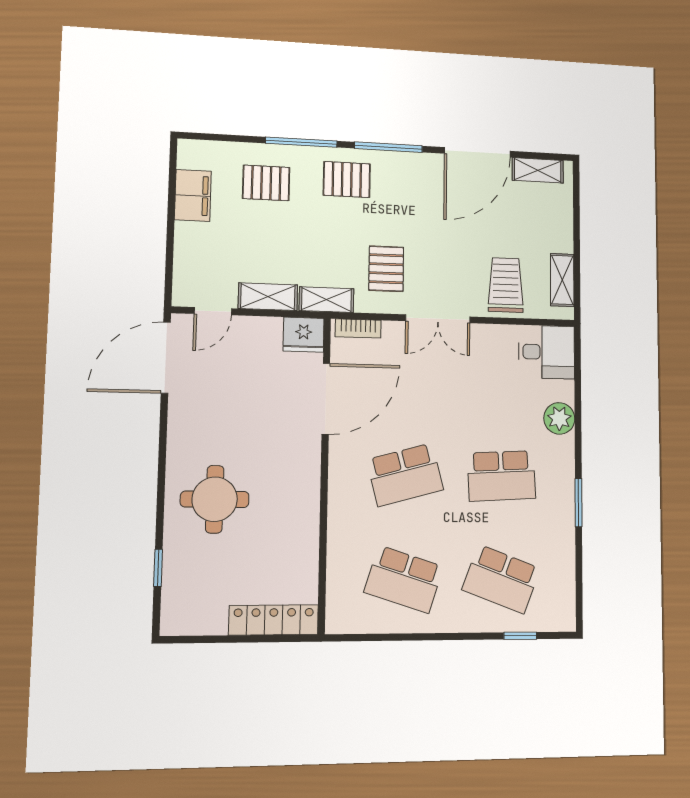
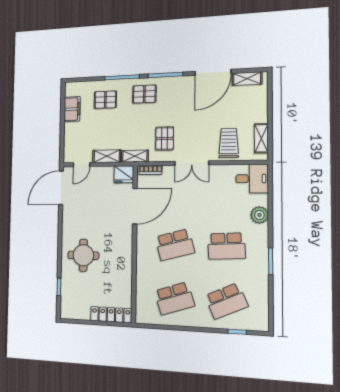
school desk: (404, 579) -> (174, 298), turned -36
school desk: (501, 579) -> (226, 301), turned -45

